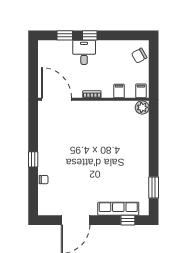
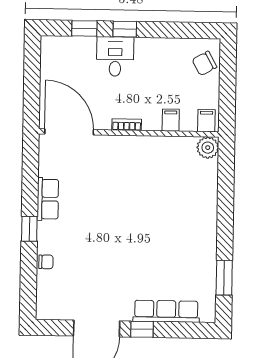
row of seats: (44, 141) -> (48, 199), added
window: (128, 220) -> (142, 329), moved

